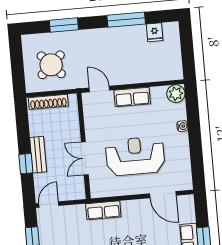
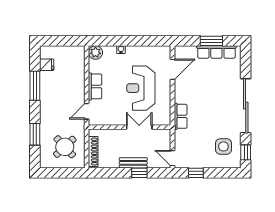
double door: (85, 158) -> (139, 127), swing flipped

